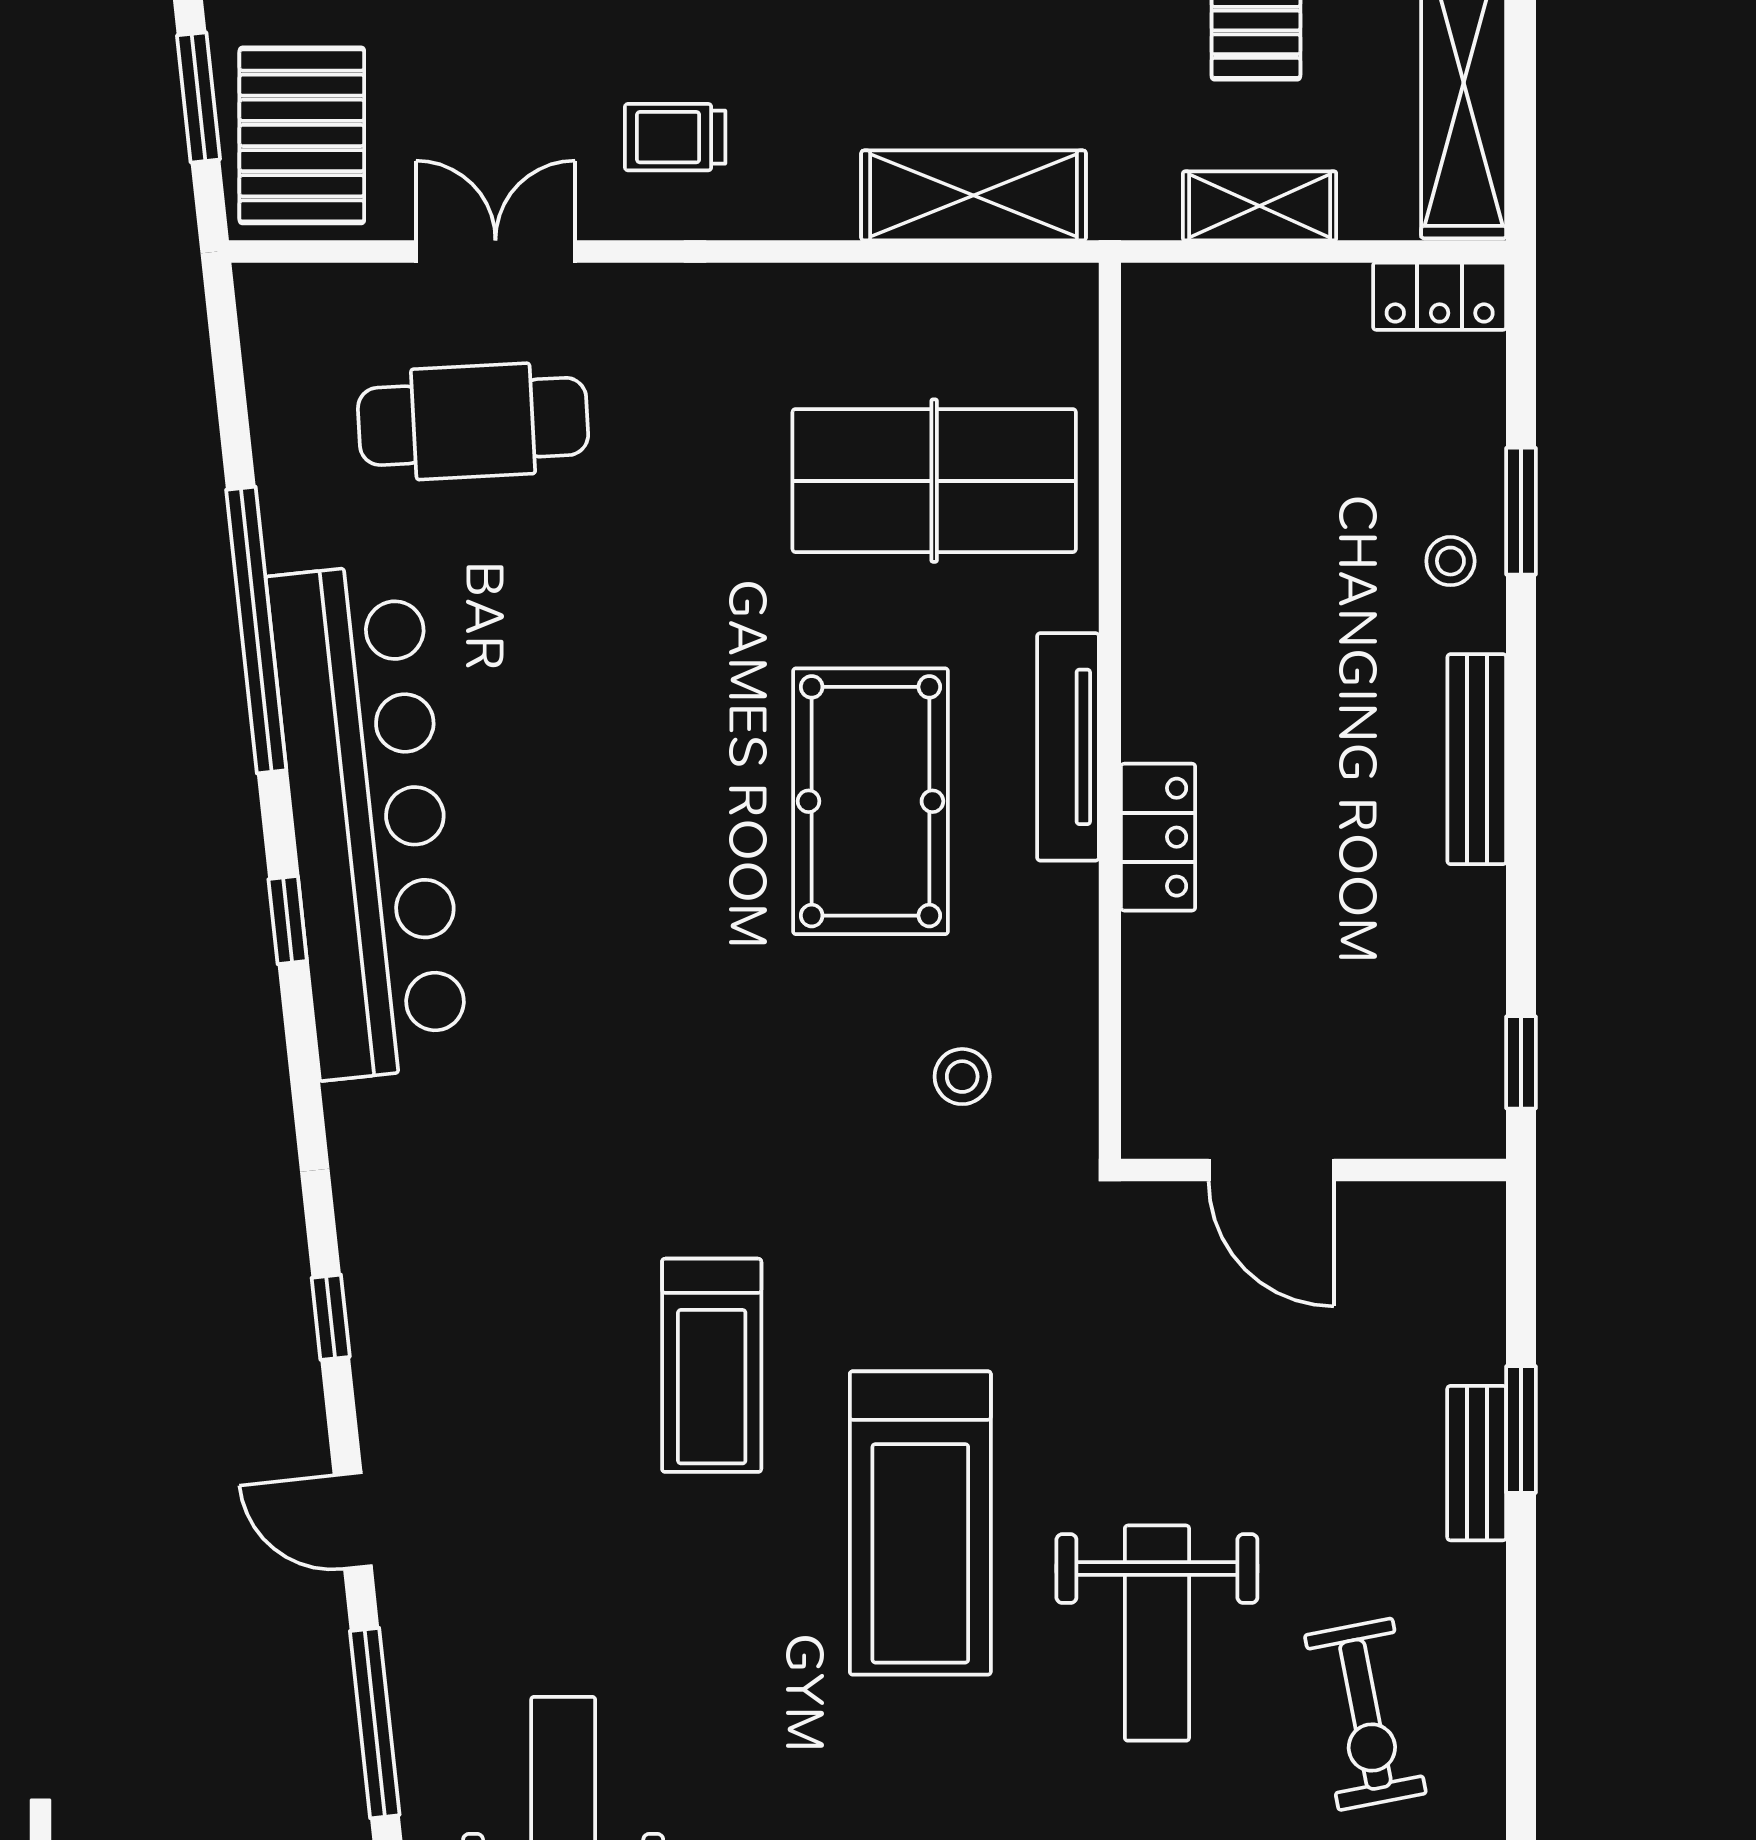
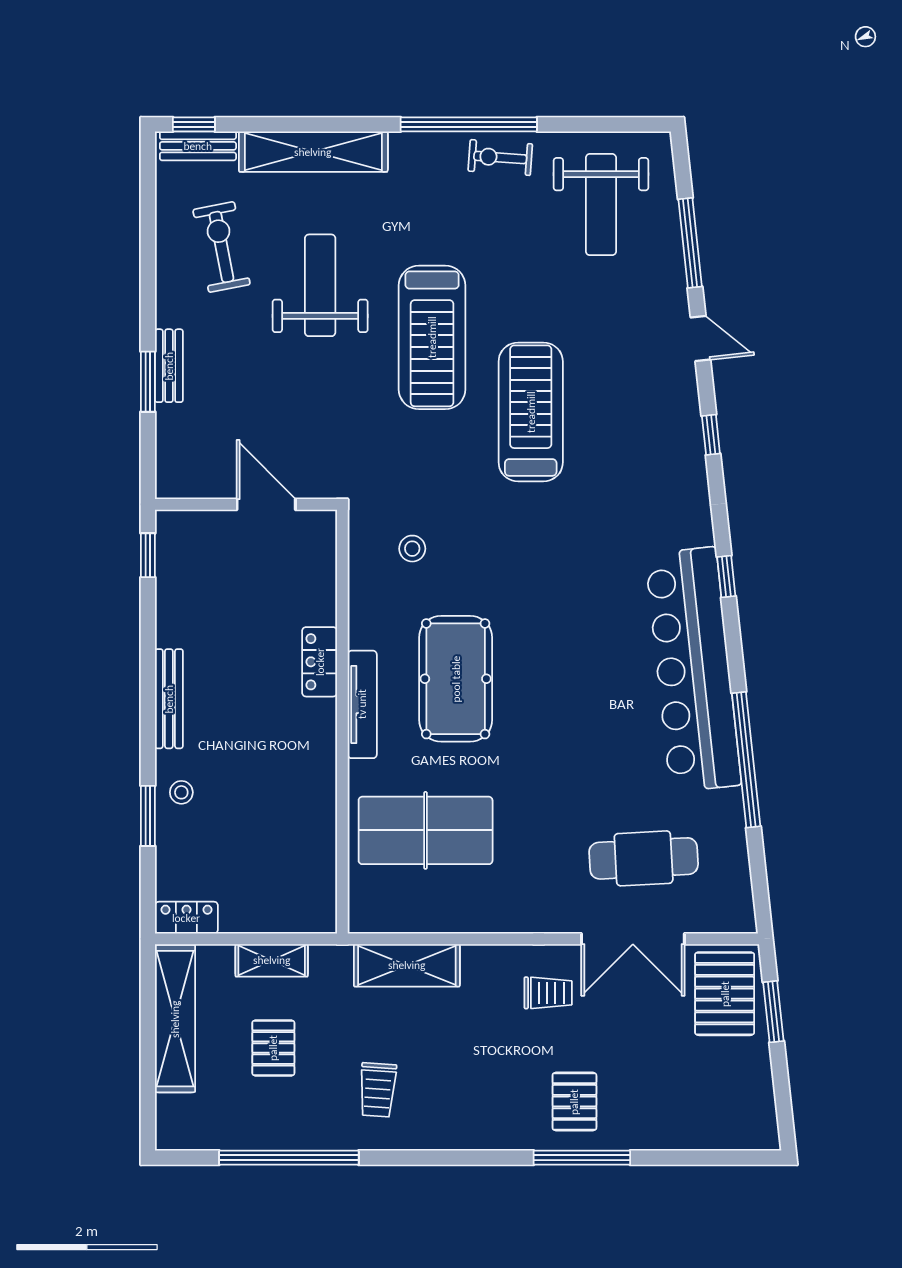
double door: (495, 251) -> (633, 939), width x1.37
window: (288, 920) -> (726, 577), moved
treadmill: (712, 1365) -> (531, 412), width x1.37, depth x1.38
treadmill: (920, 1523) -> (432, 337), turned 180

